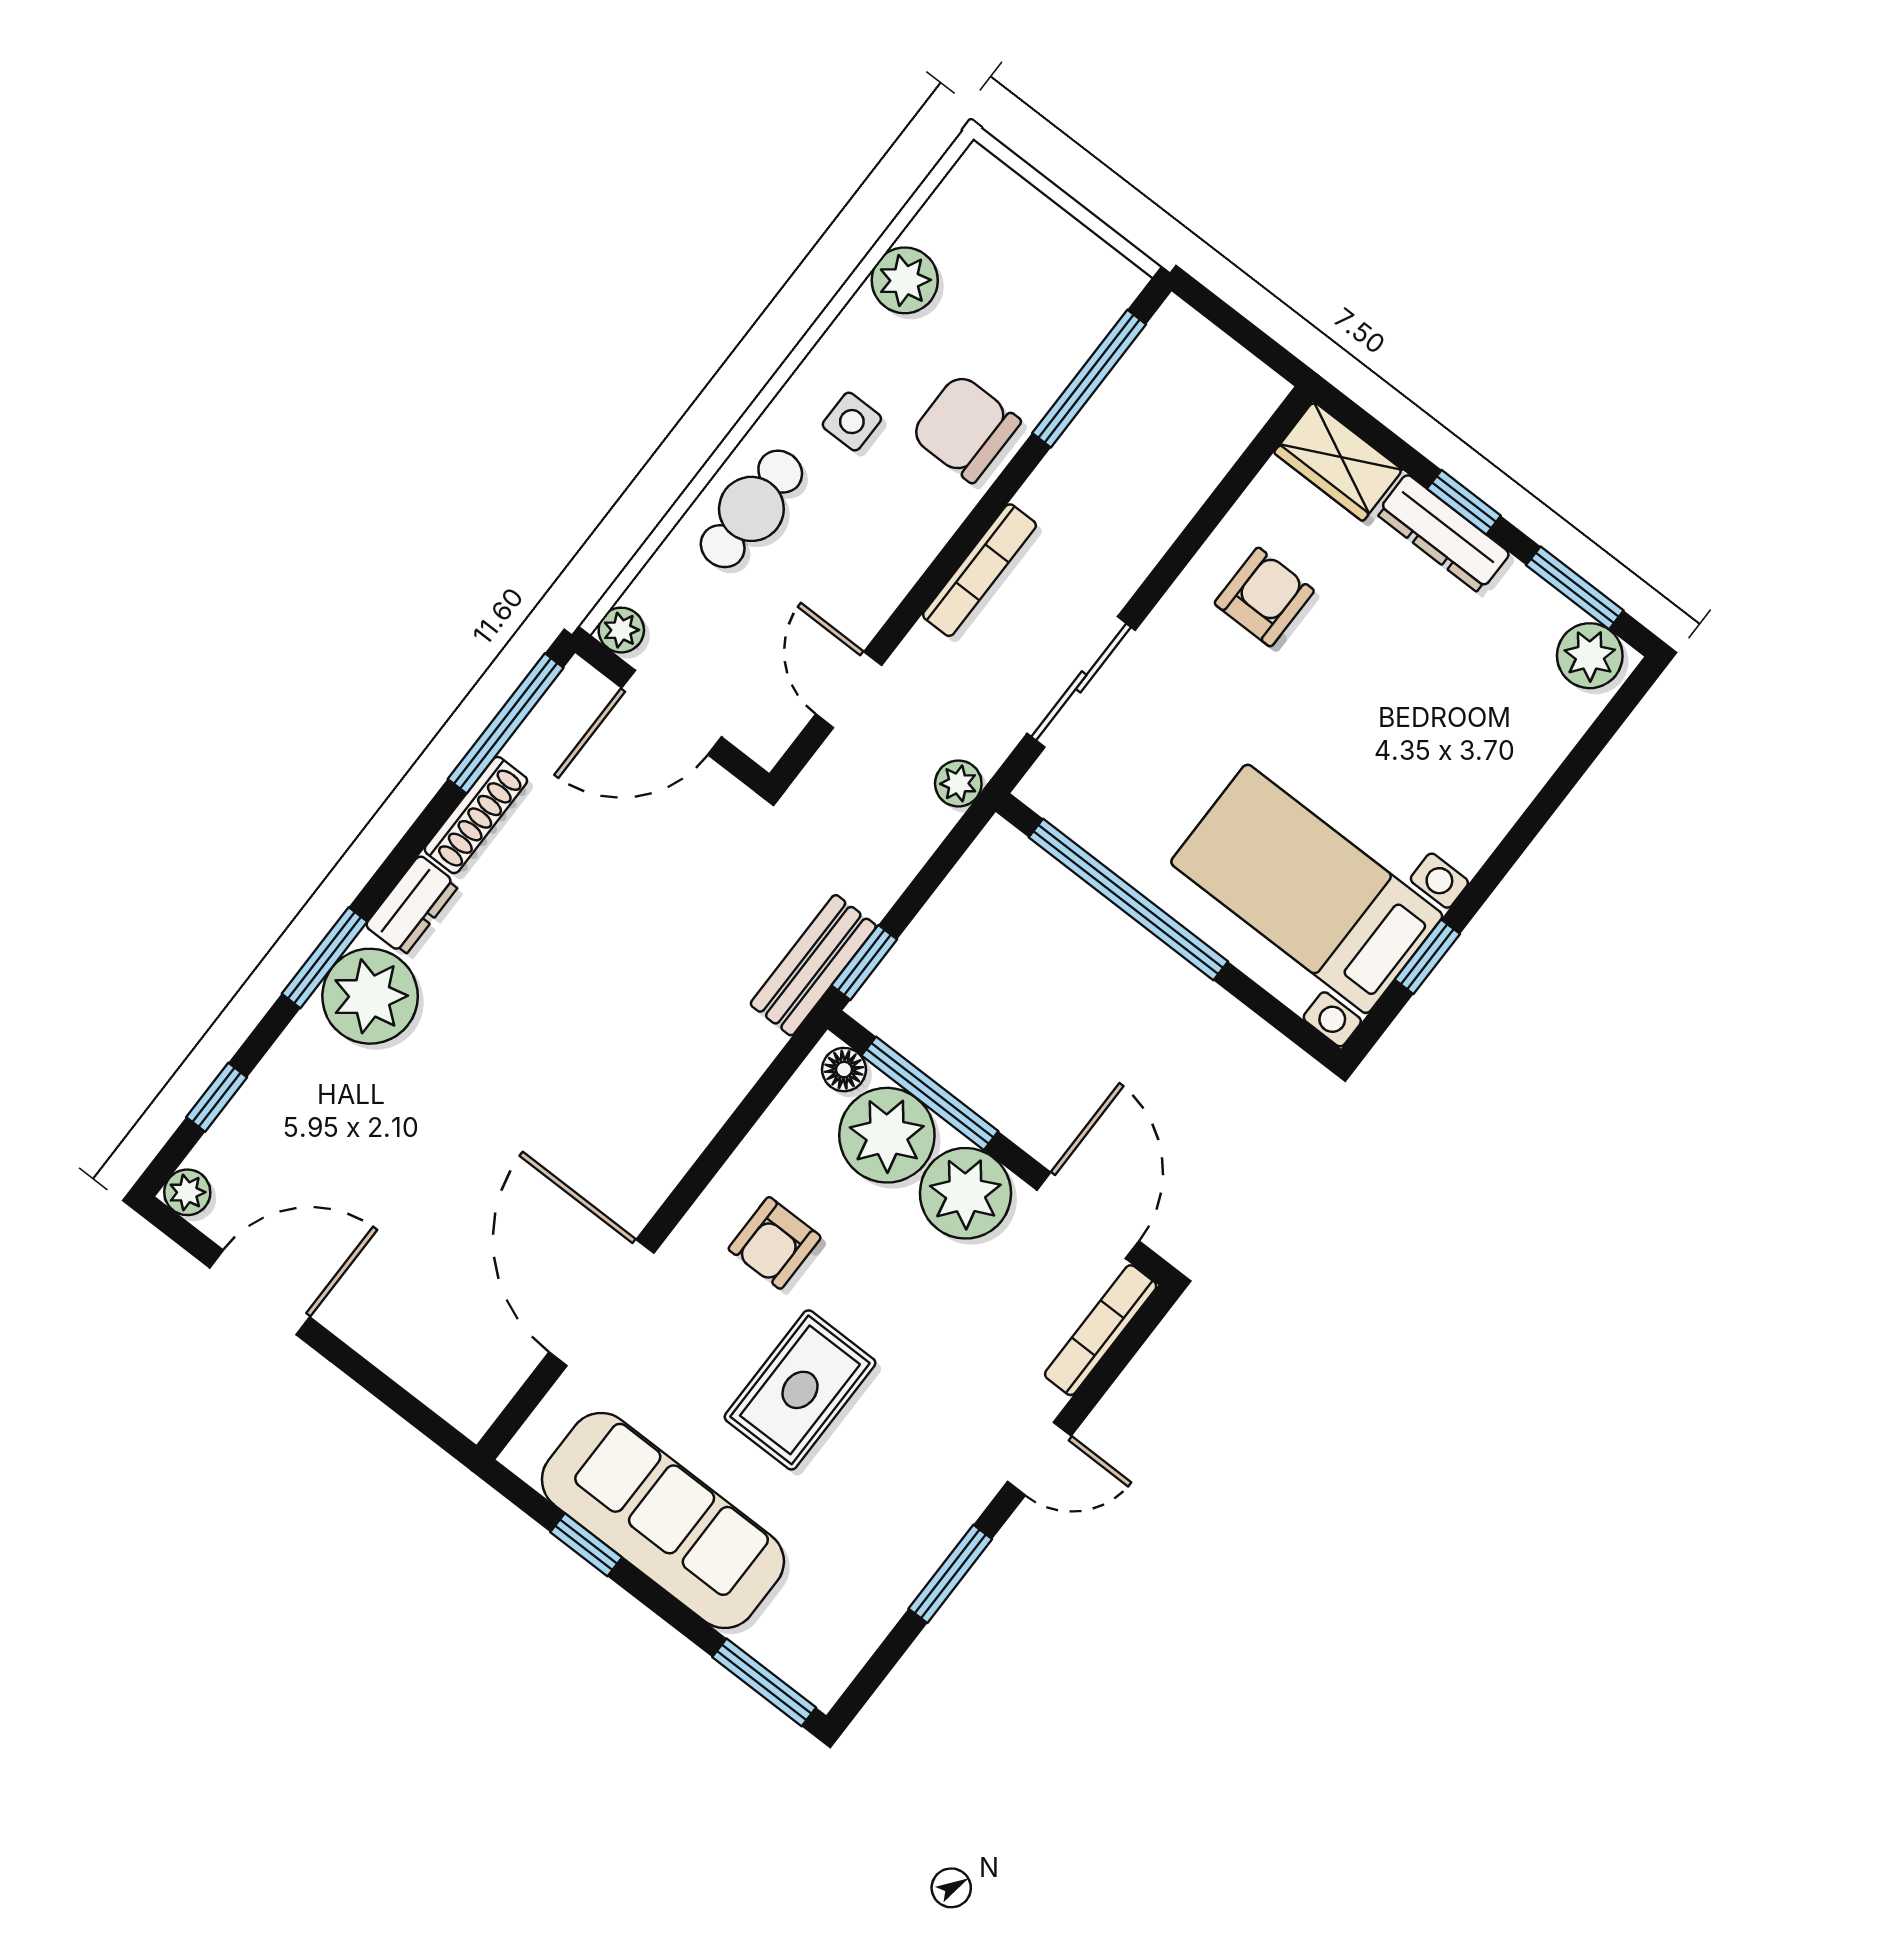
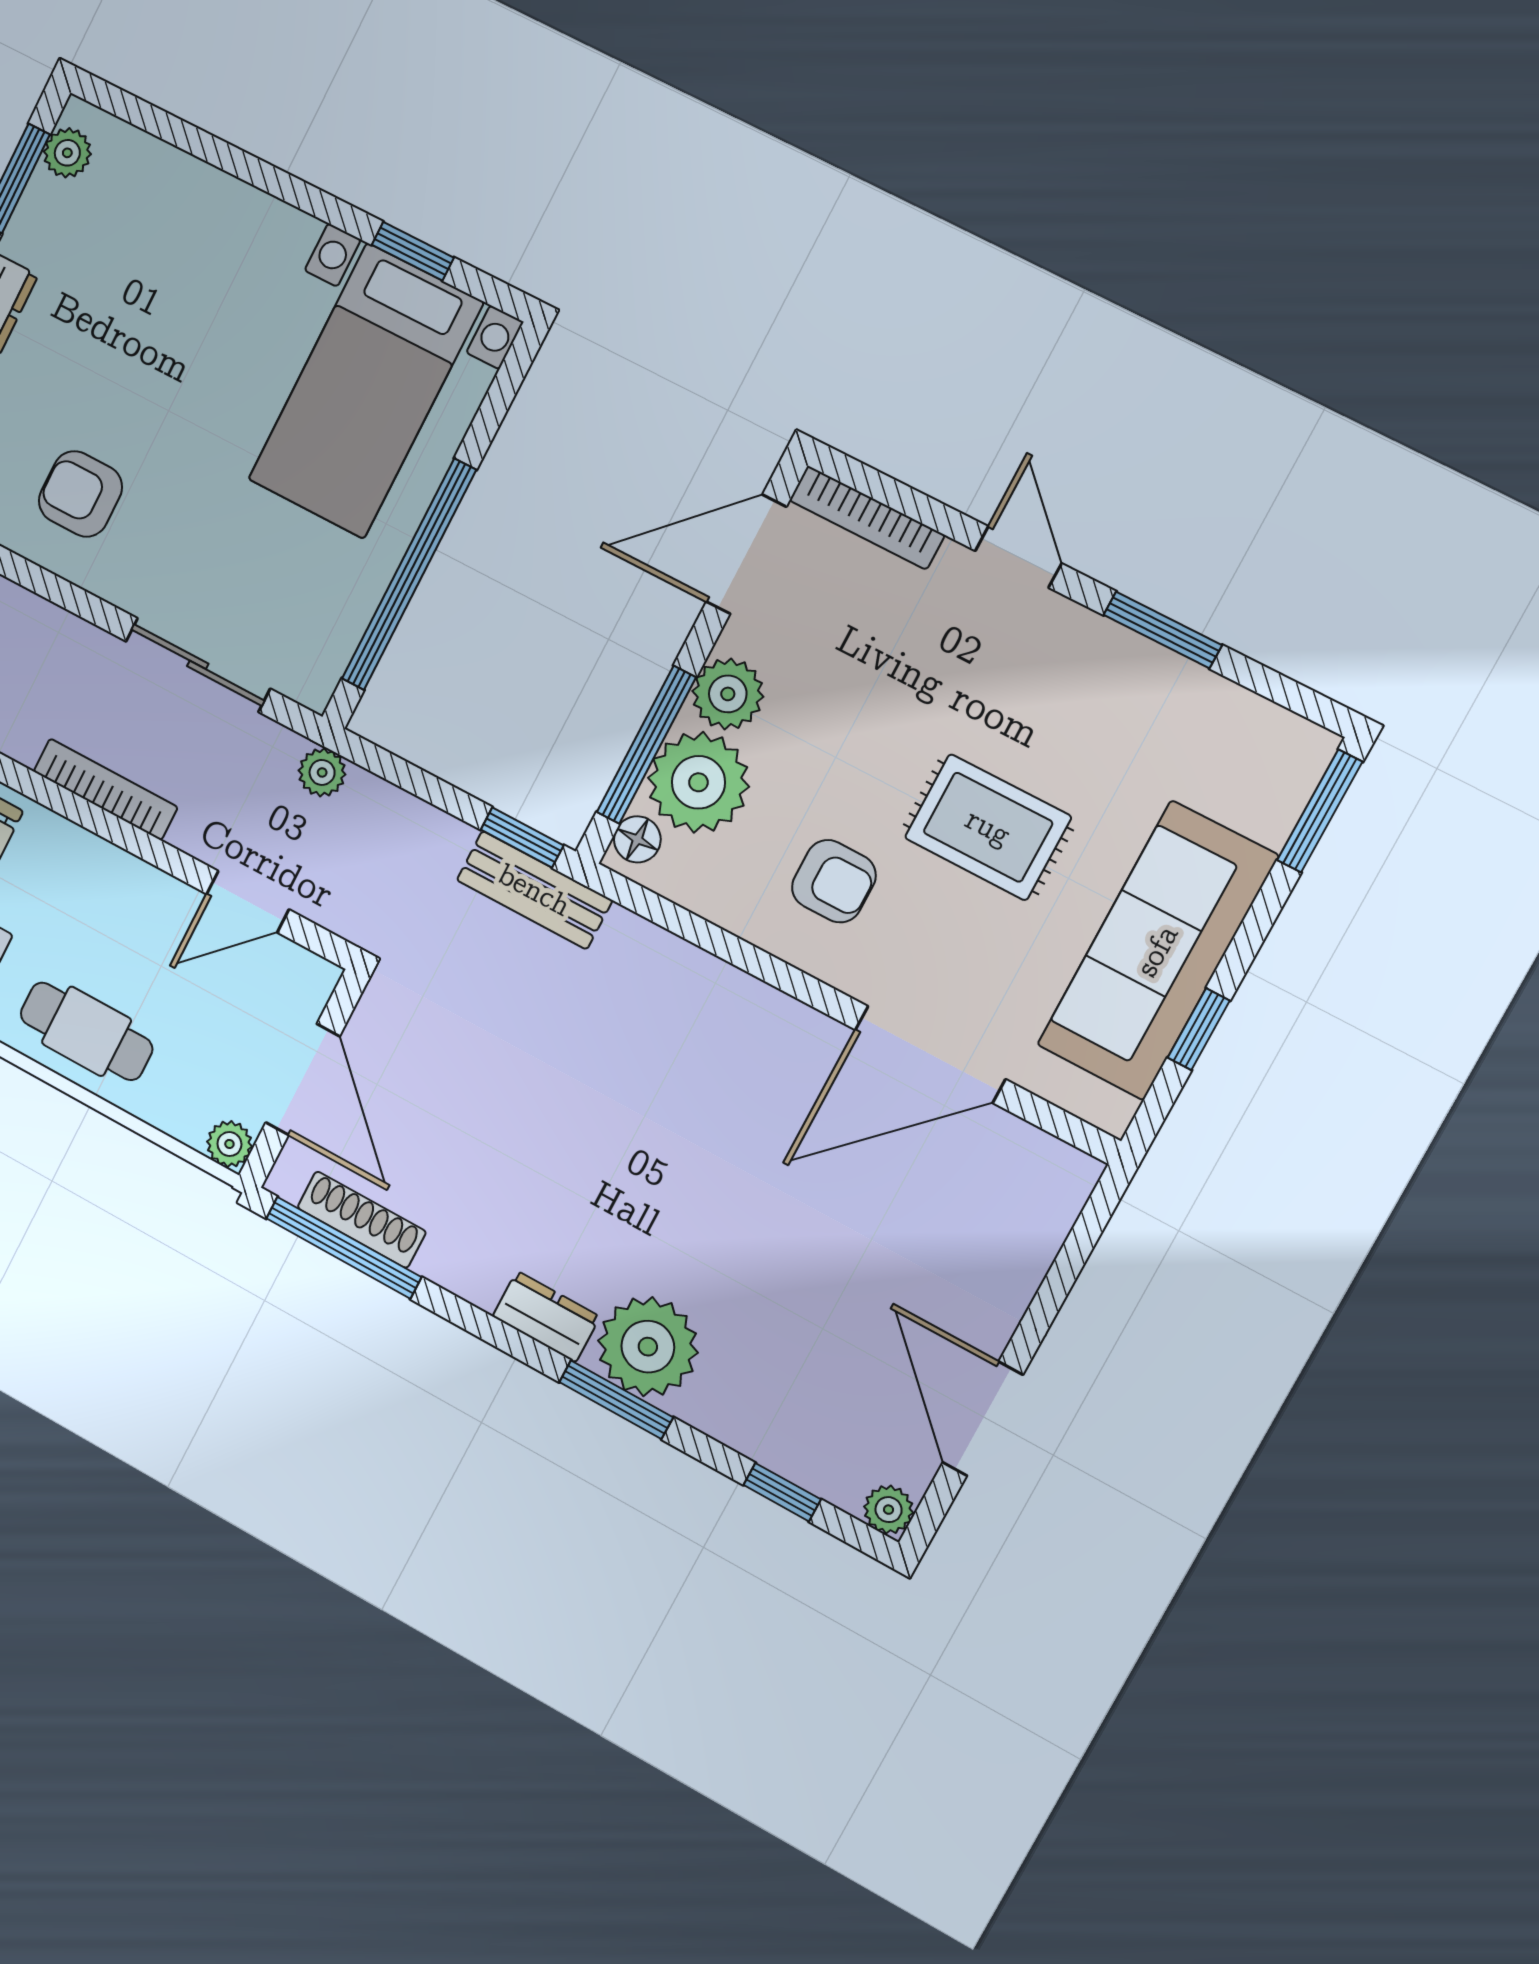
plant: (1590, 656) -> (67, 153), width x0.73, depth x0.73
shoe rack: (476, 815) -> (362, 1220), moved
plant: (965, 1193) -> (728, 694), width x0.73, depth x0.73

